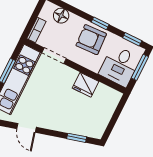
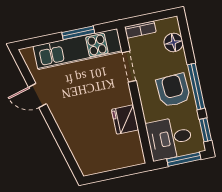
window: (100, 23) -> (196, 86), width x2.17
door: (26, 128) -> (37, 95), hinge flipped
window: (77, 138) -> (67, 152), removed

